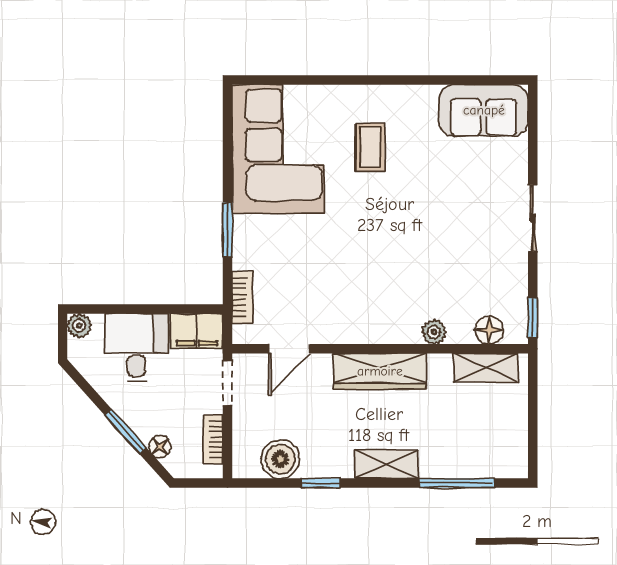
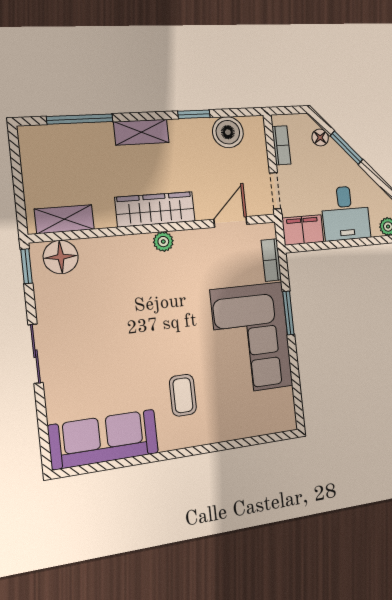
sofa: (484, 110) -> (104, 439), width x1.36
corner sofa: (278, 149) -> (252, 338), moved
floor lamp: (489, 330) -> (61, 257), width x1.38, depth x1.38
plant: (434, 332) -> (163, 242), moved

